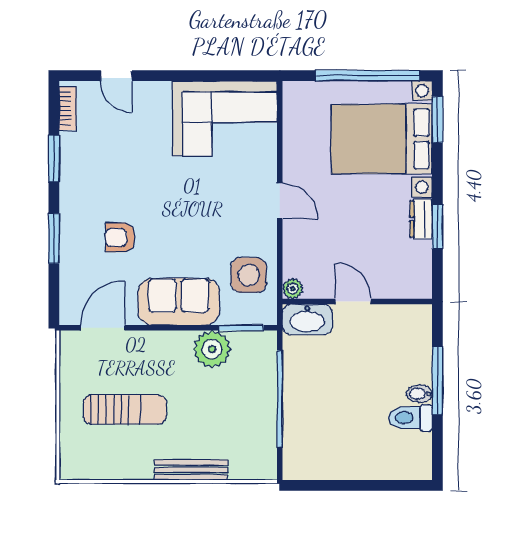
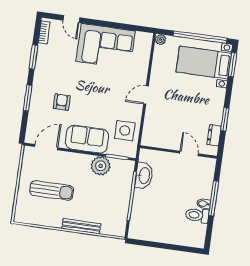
corner sofa: (224, 118) -> (106, 46), moved
bed with nightstands: (382, 139) -> (204, 63), width x0.73
door: (280, 201) -> (146, 95), swing flipped
dresser: (421, 219) -> (214, 135), moved
armchair: (120, 237) -> (62, 102), turned 90
plant: (293, 289) -> (160, 40), moved
door: (353, 302) -> (189, 153), moved
washbasin: (307, 319) -> (144, 176), moved, turned -90

